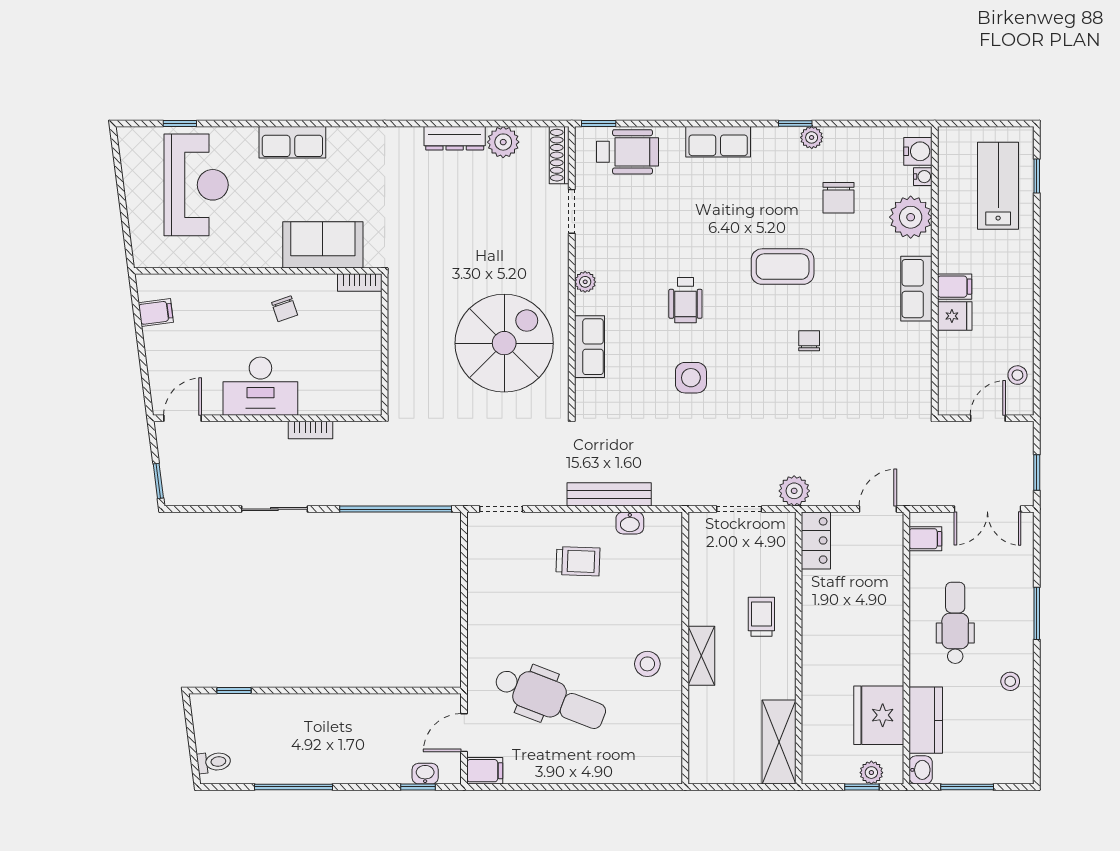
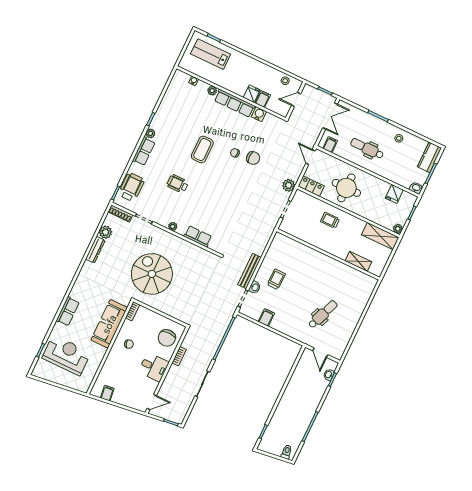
plant: (812, 137) -> (150, 133), moved
water cooler: (918, 151) -> (259, 114), moved
chair: (838, 198) -> (253, 158), moved
plant: (911, 217) -> (212, 91), width x0.53, depth x0.53
sofa: (323, 245) -> (109, 324), width x1.36
filing cabinet: (955, 287) -> (263, 99), moved
row of seats: (916, 289) -> (235, 103), width x1.48
wheelchair: (685, 300) -> (178, 184), moved, turned 180
spiral stairs: (504, 343) -> (152, 274), moved
side table: (691, 378) -> (228, 204), removed
chair: (337, 385) -> (167, 338), added
desk: (260, 386) -> (154, 367), width x0.73
door: (183, 418) -> (152, 402), swing flipped
door: (988, 418) -> (296, 100), hinge flipped
bench: (609, 494) -> (249, 271), moved
washbasin: (630, 523) -> (255, 287), moved
round table: (848, 619) -> (346, 188), added
shelving: (701, 656) -> (358, 261), moved
stool: (647, 664) -> (327, 271), removed
dental chair: (550, 698) -> (323, 314), width x0.73, depth x0.72
fridge: (879, 715) -> (394, 194), width x0.53, depth x0.75
kitchen counter: (926, 720) -> (430, 157), moved, turned -90
filing cabinet: (485, 771) -> (266, 317), moved
plant: (871, 773) -> (398, 229), moved

